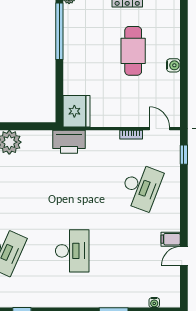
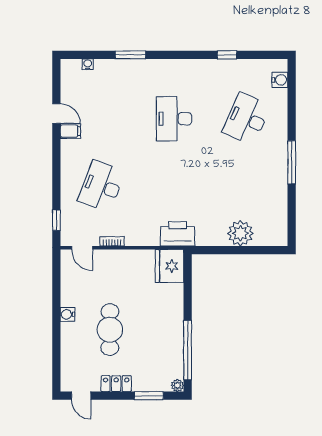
door: (184, 256) -> (56, 113), hinge flipped

